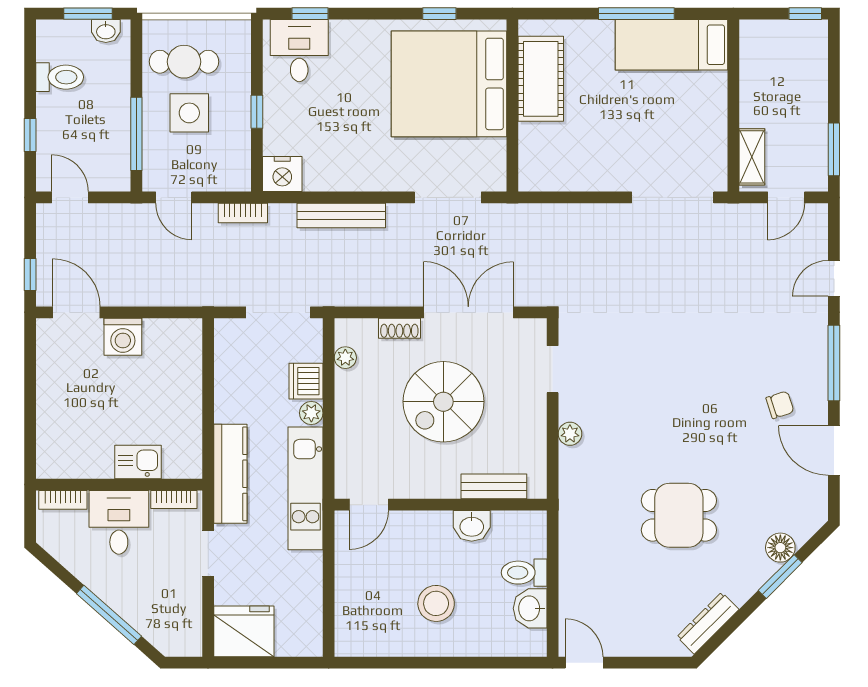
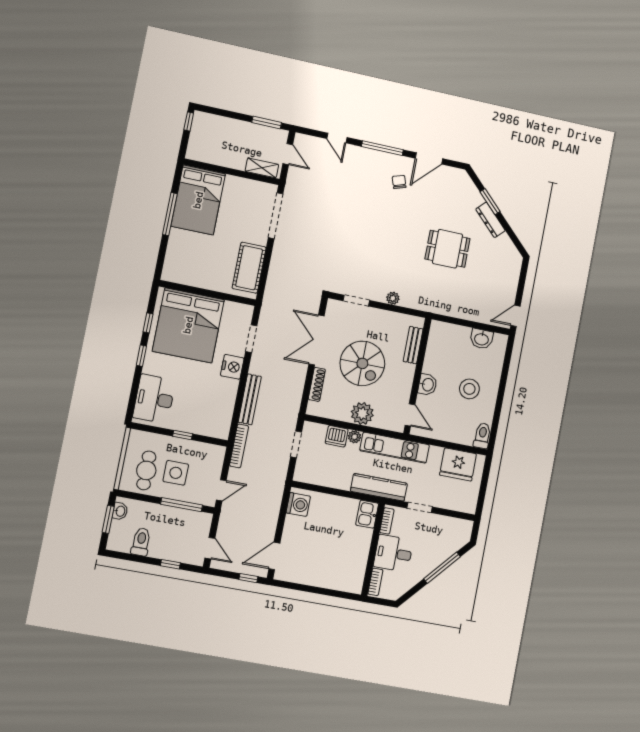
window: (310, 14) -> (141, 356), moved
bed: (671, 45) -> (198, 200), width x1.50
desk: (299, 51) -> (154, 399), width x1.37
cot: (541, 79) -> (249, 268), moved, turned 90
nightstand: (282, 174) -> (232, 367), moved
door: (70, 197) -> (210, 548), swing flipped
doorway: (448, 197) -> (251, 339), width x0.73
bookcase: (243, 213) -> (239, 446), width x1.56
doorway: (278, 312) -> (296, 444), width x0.73
shoe rack: (399, 328) -> (317, 384), width x1.43
washing machine: (123, 337) -> (298, 505), moved
plant: (345, 358) -> (362, 413), moved, width x1.87, depth x1.87
kitchen sink: (138, 462) -> (367, 514), moved
dining table: (679, 515) -> (447, 249), turned 90
washbasin: (472, 526) -> (427, 385), moved
floor lamp: (780, 548) -> (475, 198), removed
toilet: (524, 573) -> (482, 436), moved, turned 180
dresser: (708, 623) -> (490, 220), moved
fridge: (244, 631) -> (458, 464), moved, turned -90

